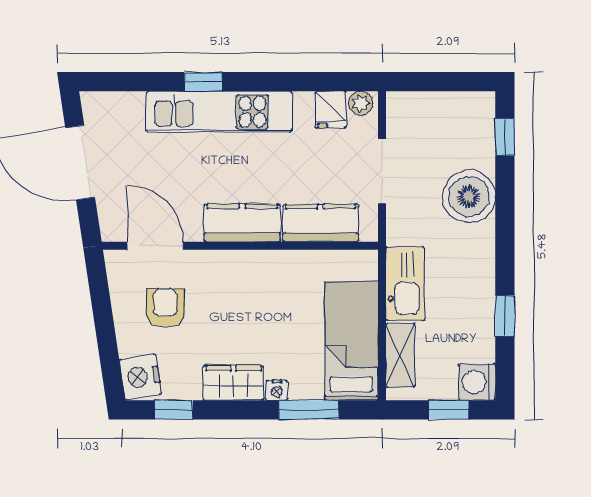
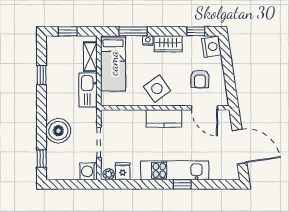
kitchen counter: (321, 223) -> (127, 118), removed
side table: (257, 287) -> (157, 89), added
washing machine: (477, 382) -> (89, 171), moved, turned 180

